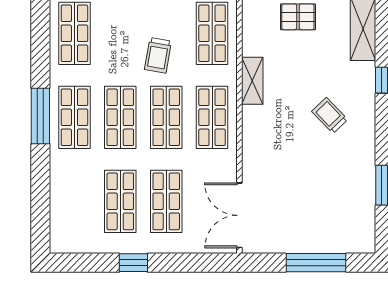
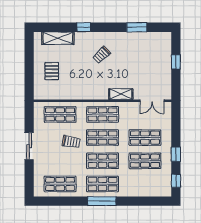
shelving: (252, 81) -> (121, 94), moved
double door: (239, 215) -> (152, 101), width x0.73
window: (81, 263) -> (176, 181), added
window: (316, 263) -> (176, 62), width x0.46

